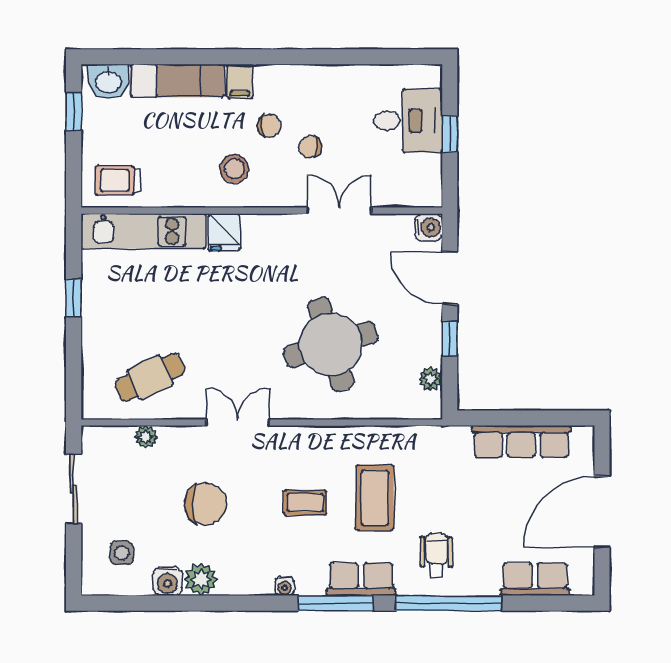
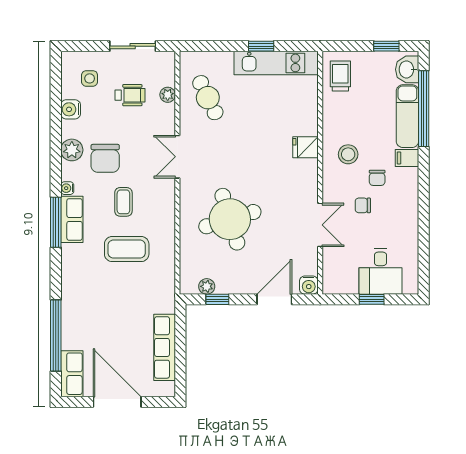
window: (166, 57) -> (424, 109), added
chair: (310, 147) -> (363, 205), turned -87
kitchen unit: (143, 231) -> (276, 63), moved, turned -90
window: (450, 339) -> (217, 299), moved
double door: (238, 423) -> (177, 157), swing flipped
chair: (206, 504) -> (105, 158), moved
wheelchair: (437, 555) -> (130, 95), moved
plant: (201, 579) -> (72, 150), moved
row of seats: (361, 579) -> (72, 219), moved
row of seats: (535, 579) -> (72, 374), moved
window: (449, 603) -> (56, 335), moved

